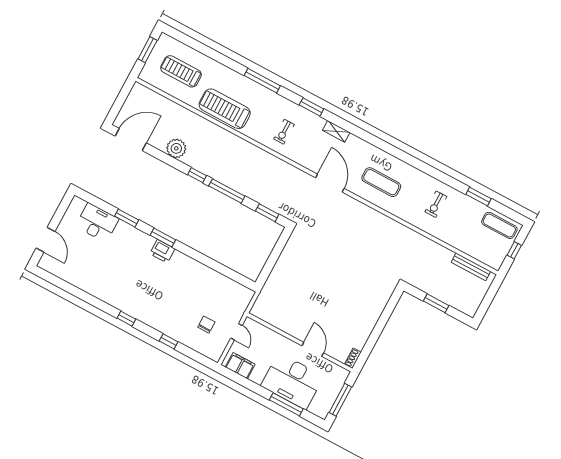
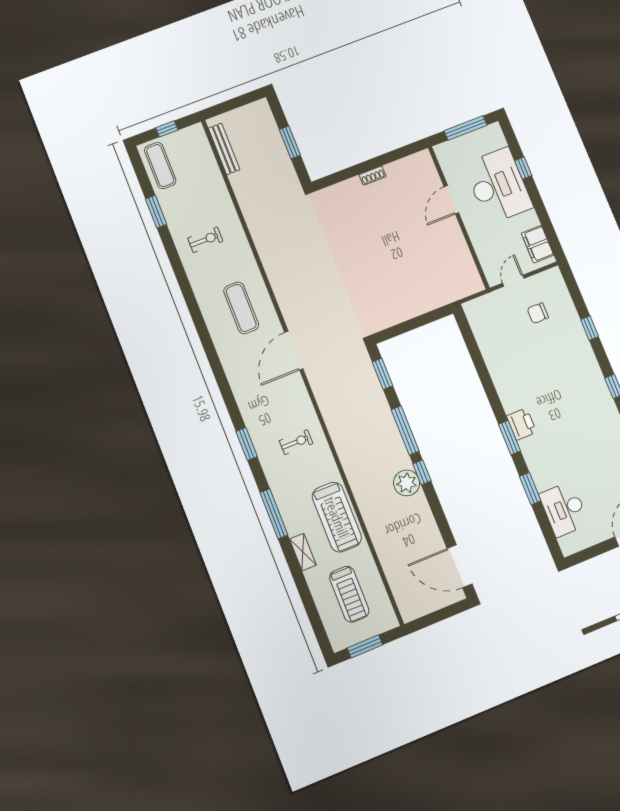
shelving: (336, 131) -> (303, 552), moved
plant: (176, 148) -> (407, 483), moved
shoe rack: (353, 358) -> (373, 176), moved
window: (286, 404) -> (523, 168), width x0.46

